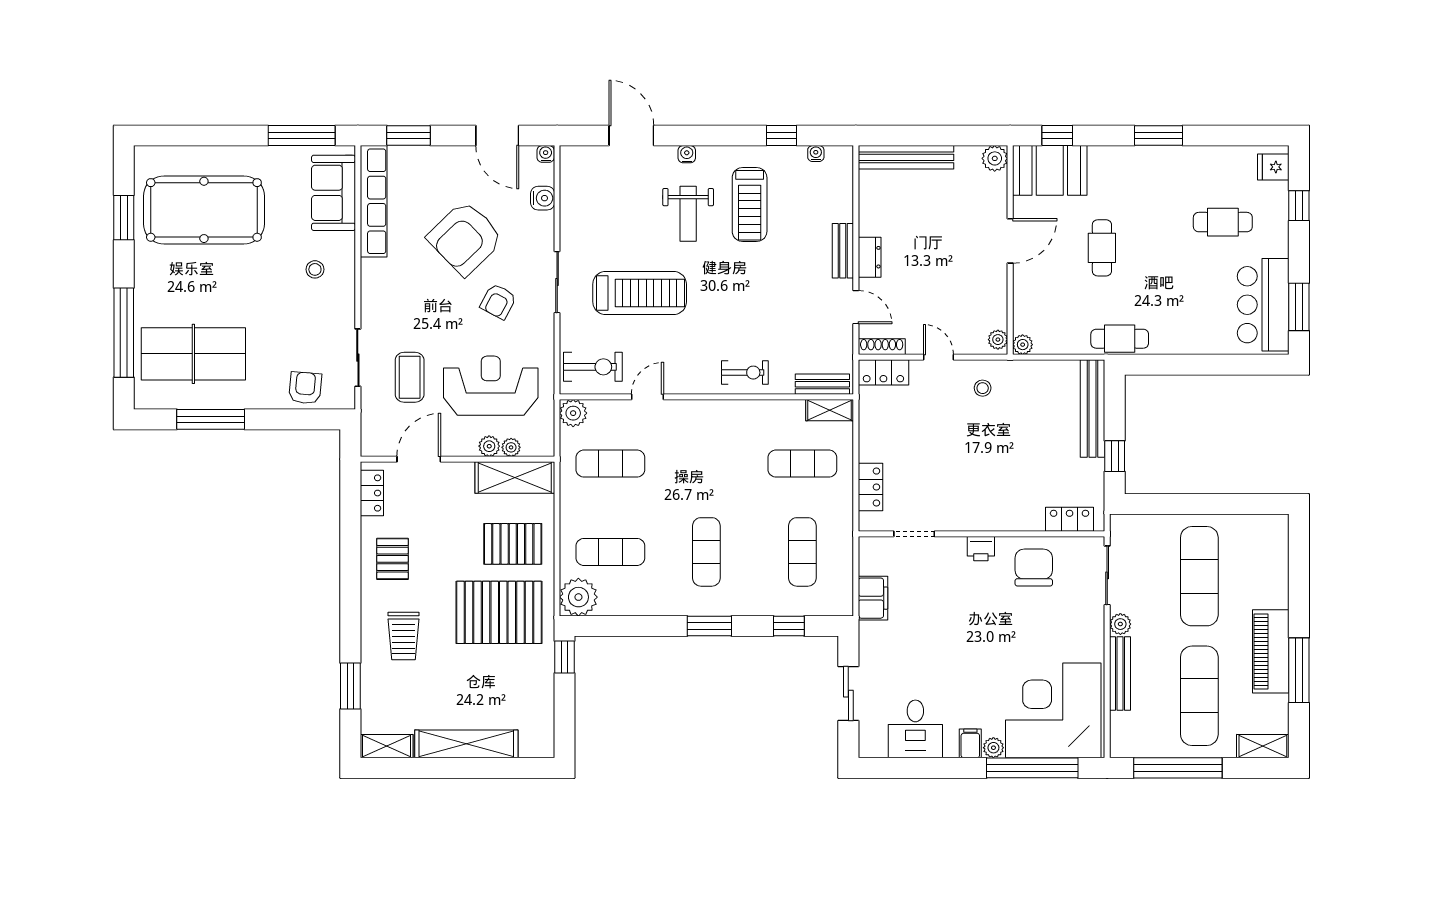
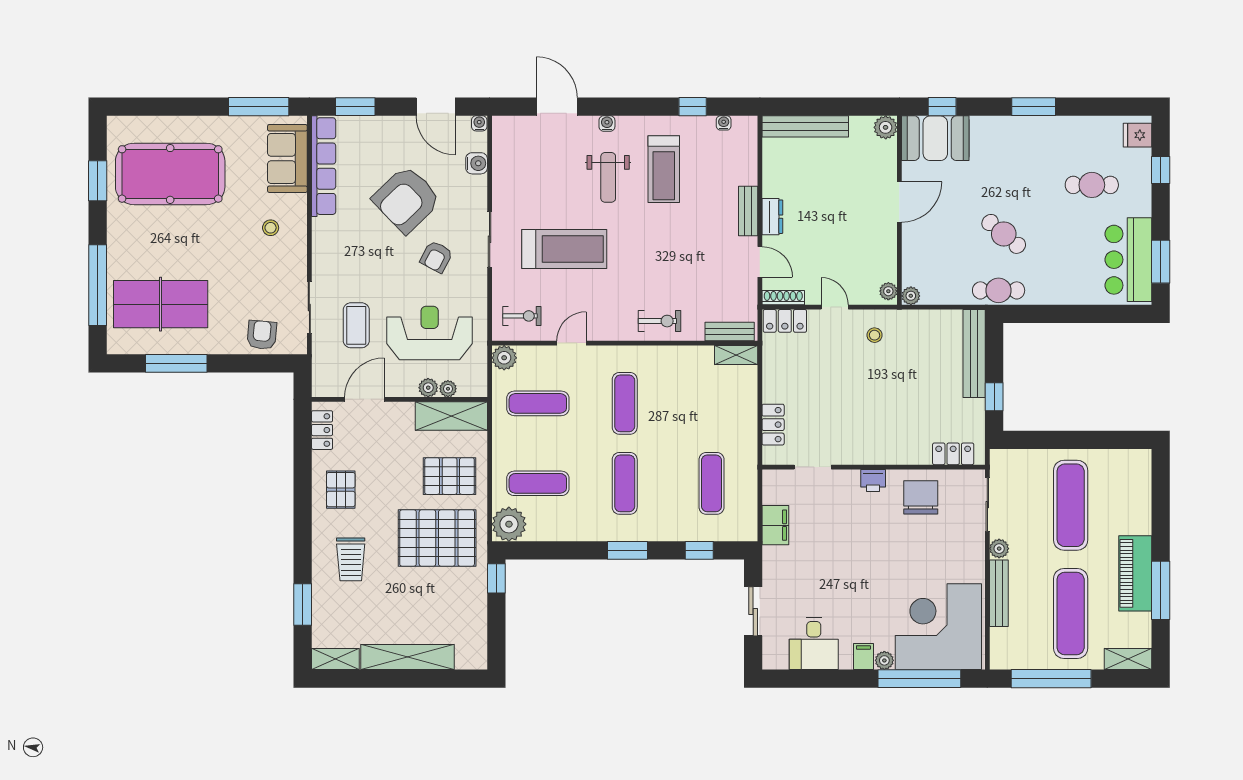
cafe table: (1102, 248) -> (1004, 234), moved, turned -50
exercise bike: (593, 367) -> (522, 316), width x0.73, depth x0.72
exercise mat: (802, 464) -> (625, 403), moved, turned 90

